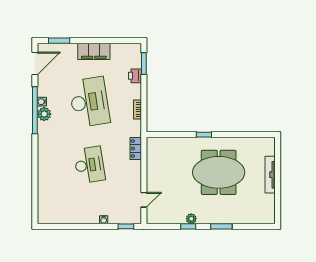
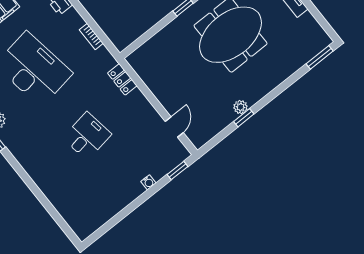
desk: (89, 165) -> (87, 136), width x0.73
window: (221, 226) -> (320, 57), moved

